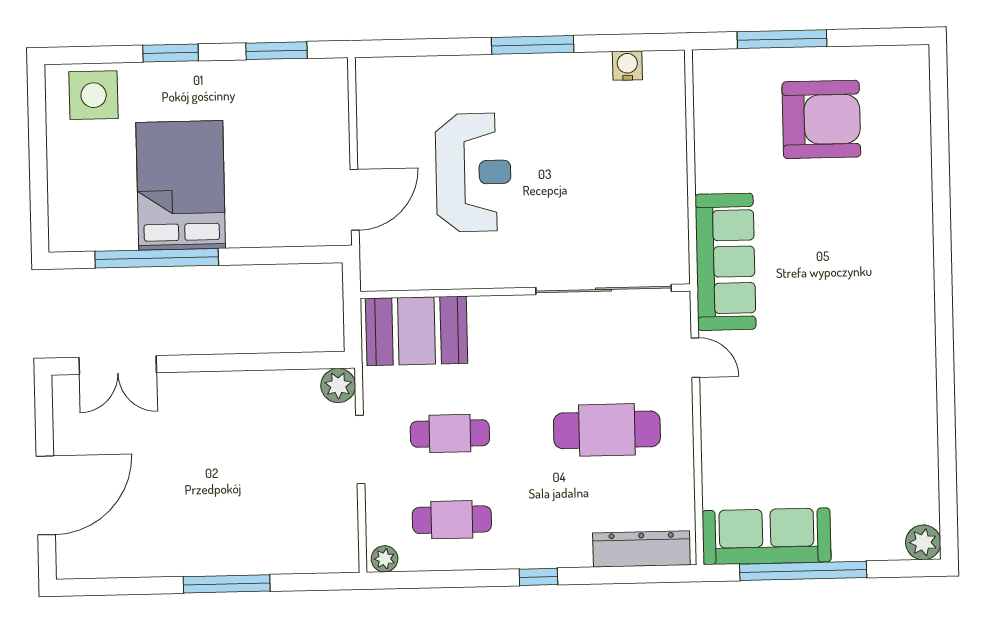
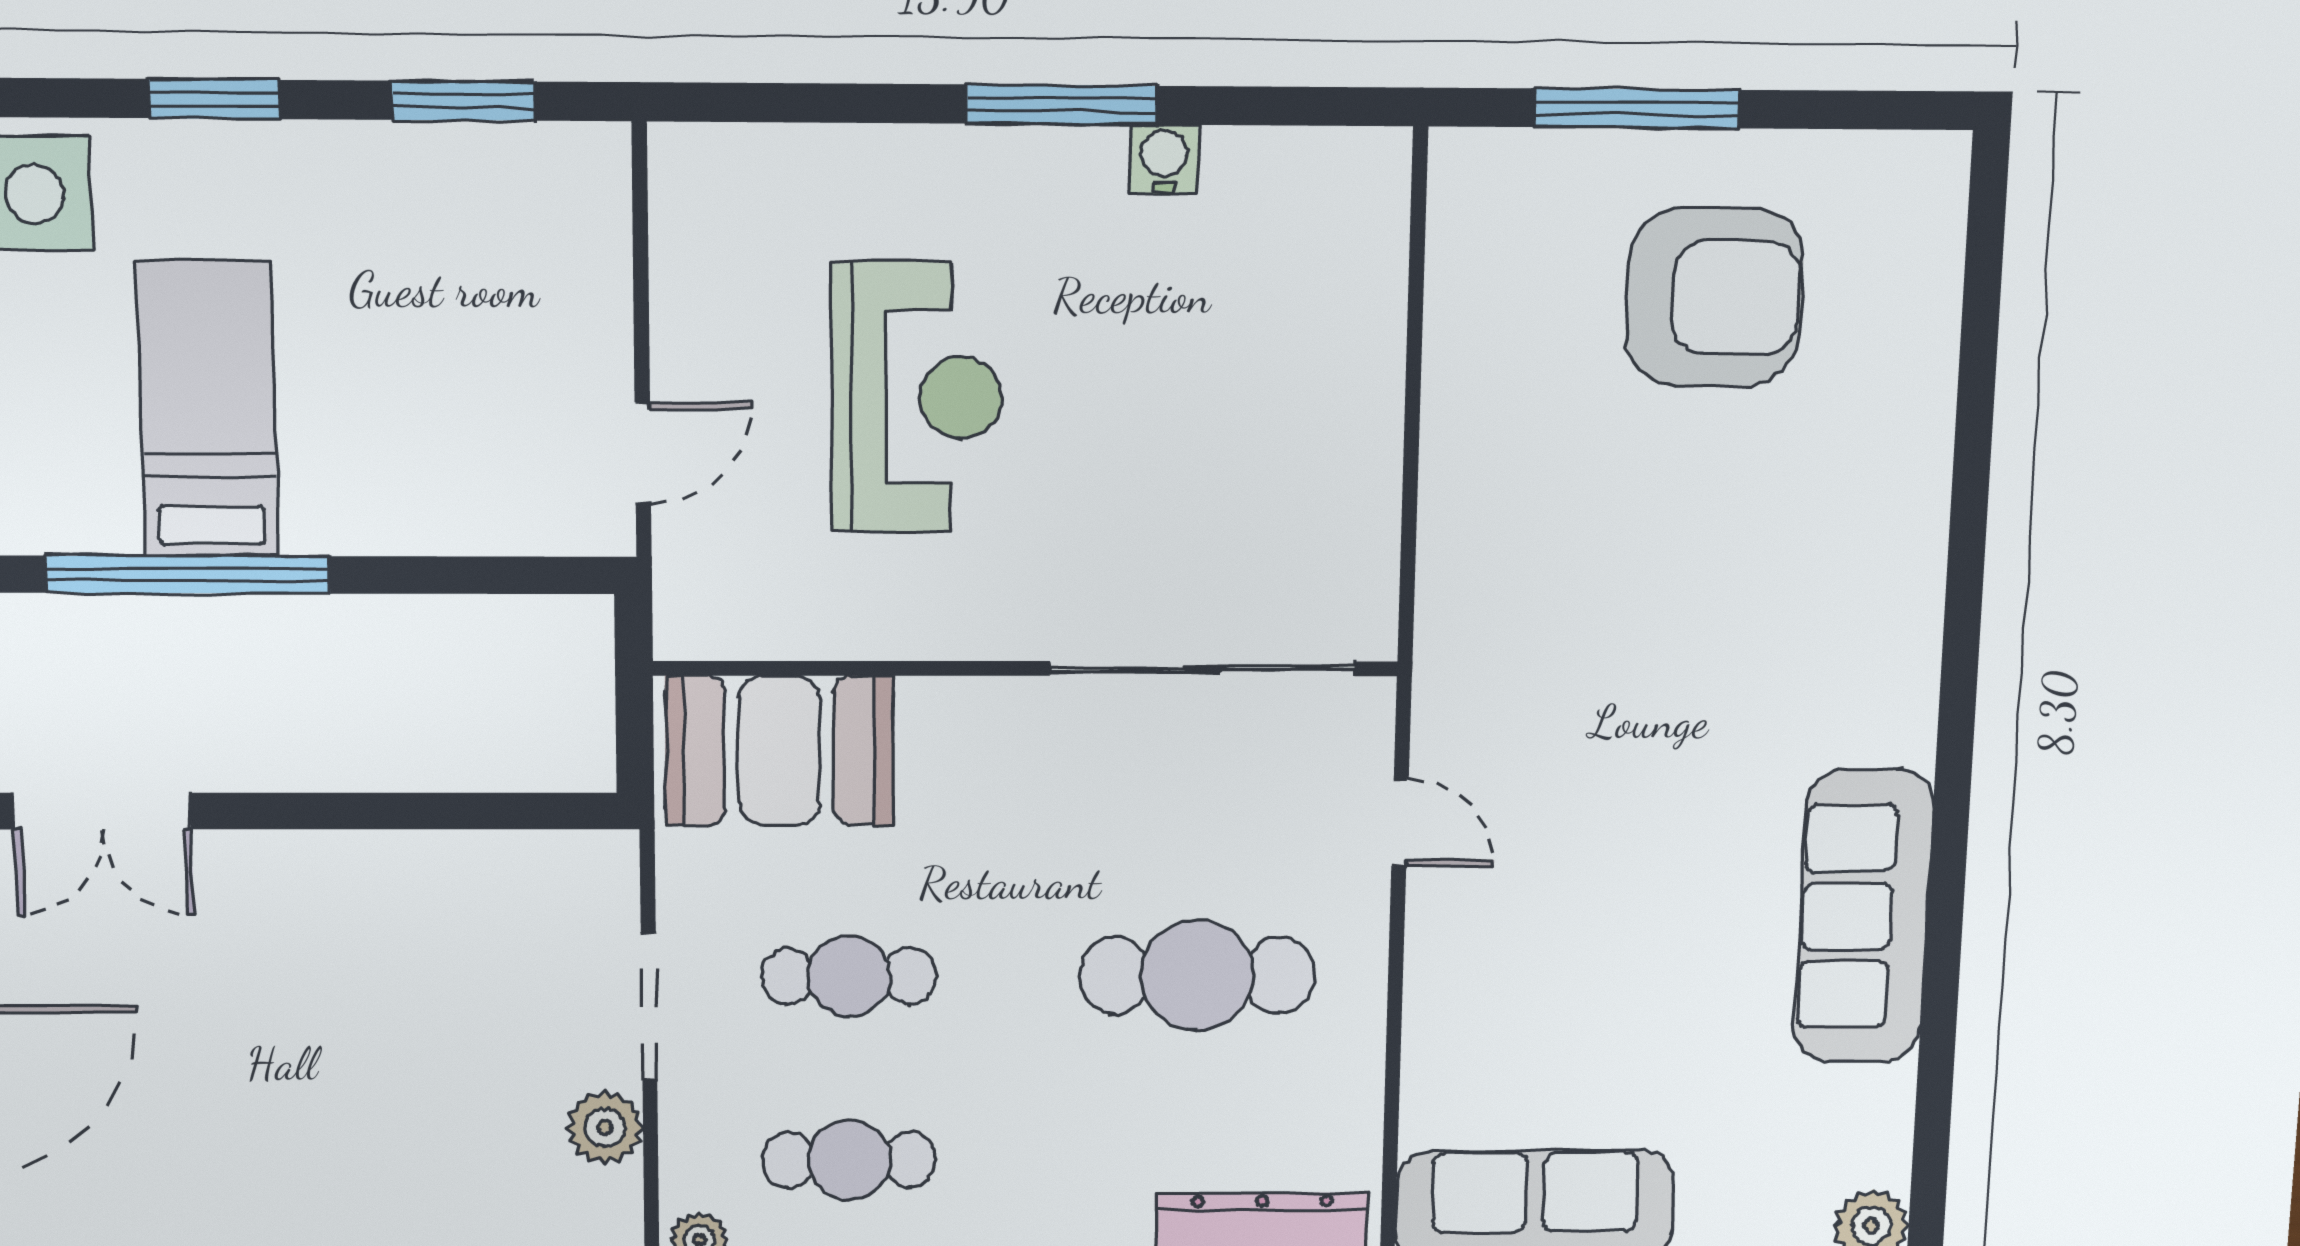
water cooler: (627, 66) -> (1164, 159), moved
bed: (181, 185) -> (208, 409), width x0.67
door: (355, 200) -> (643, 453), width x0.73
sofa: (725, 262) -> (1863, 916), moved, turned 180
plant: (338, 386) -> (605, 1128), moved

